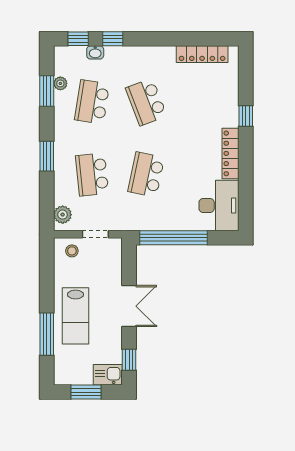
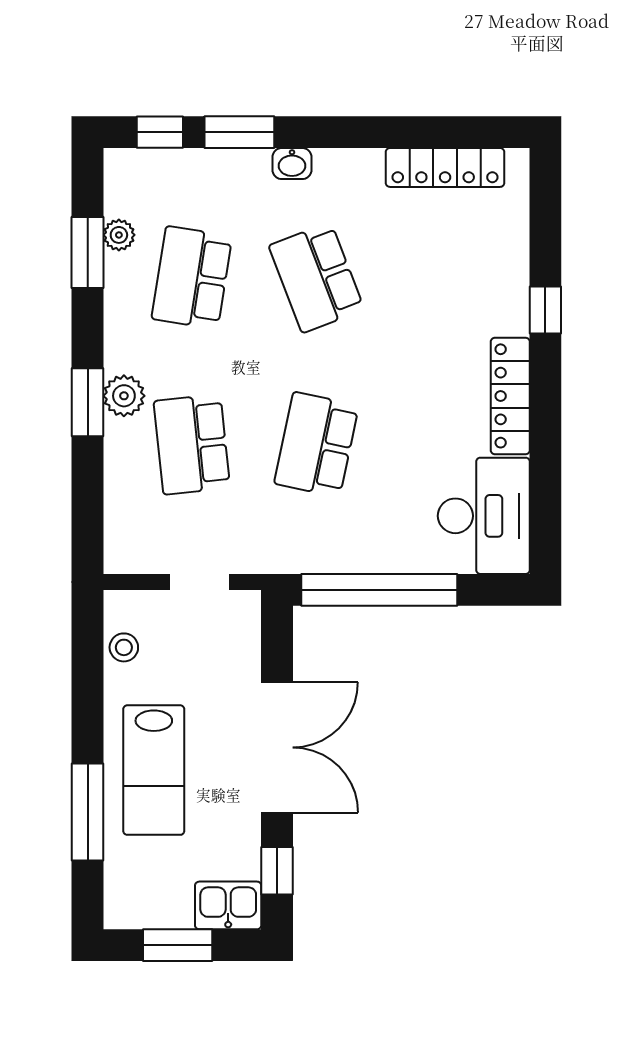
window: (113, 39) -> (239, 132), width x1.50
washbasin: (95, 52) -> (292, 164), moved
plant: (63, 215) -> (124, 396), moved
stool: (72, 251) -> (124, 647), moved
double door: (129, 306) -> (277, 747), width x1.37

